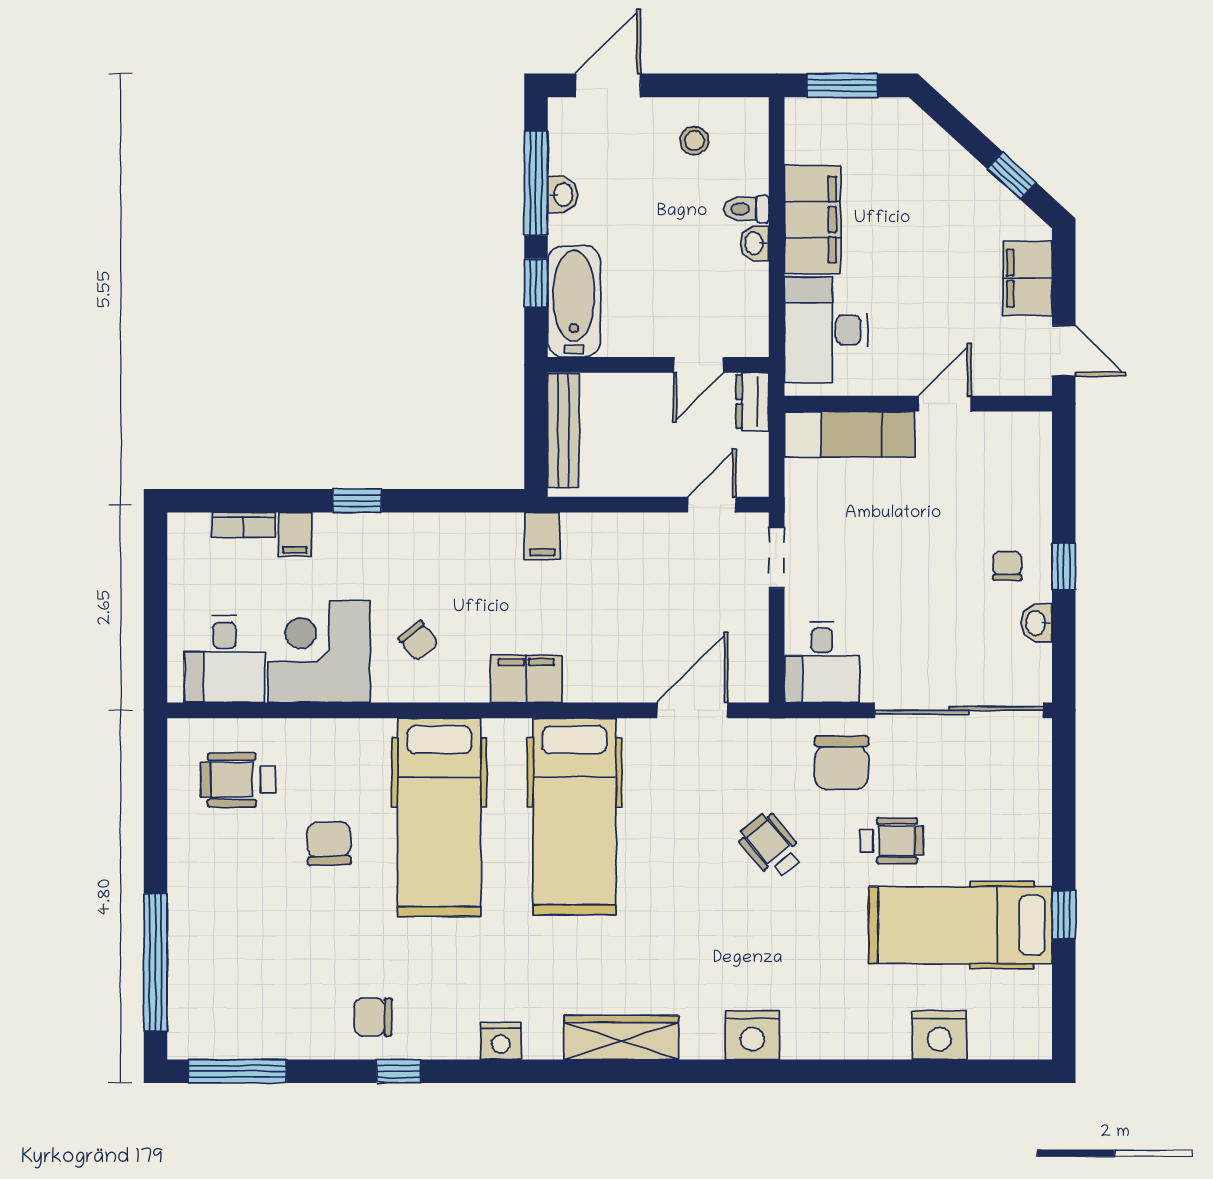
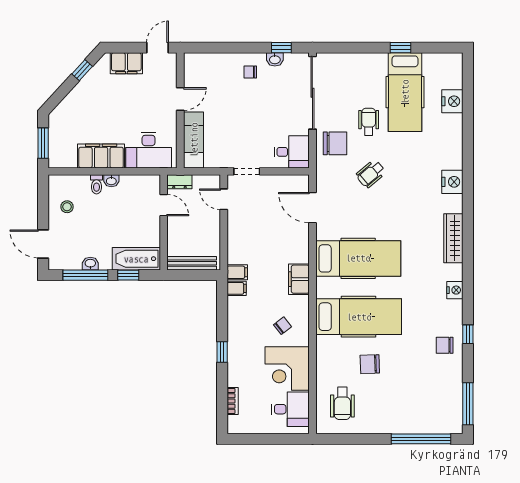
door: (945, 404) -> (180, 99), swing flipped
filing cabinet: (295, 534) -> (237, 288), moved
window: (1064, 566) -> (281, 48), moved
chair: (373, 1017) -> (445, 345), turned 90

